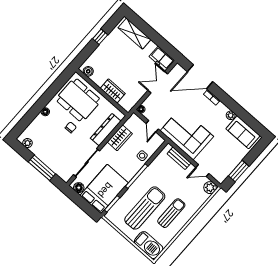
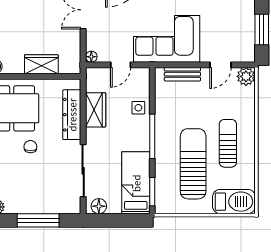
door: (152, 126) -> (121, 65), hinge flipped
bed: (104, 189) -> (136, 183), width x0.67

